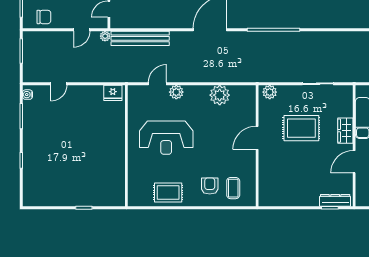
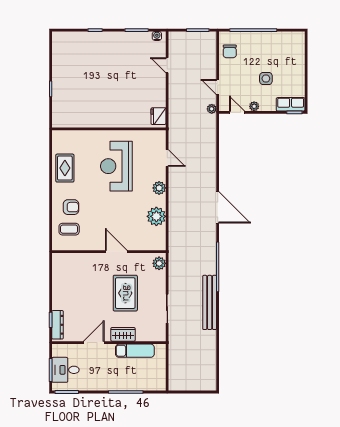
bench: (140, 38) -> (210, 302), moved
plant: (176, 92) -> (159, 188), moved
door: (354, 162) -> (94, 343), hinge flipped

